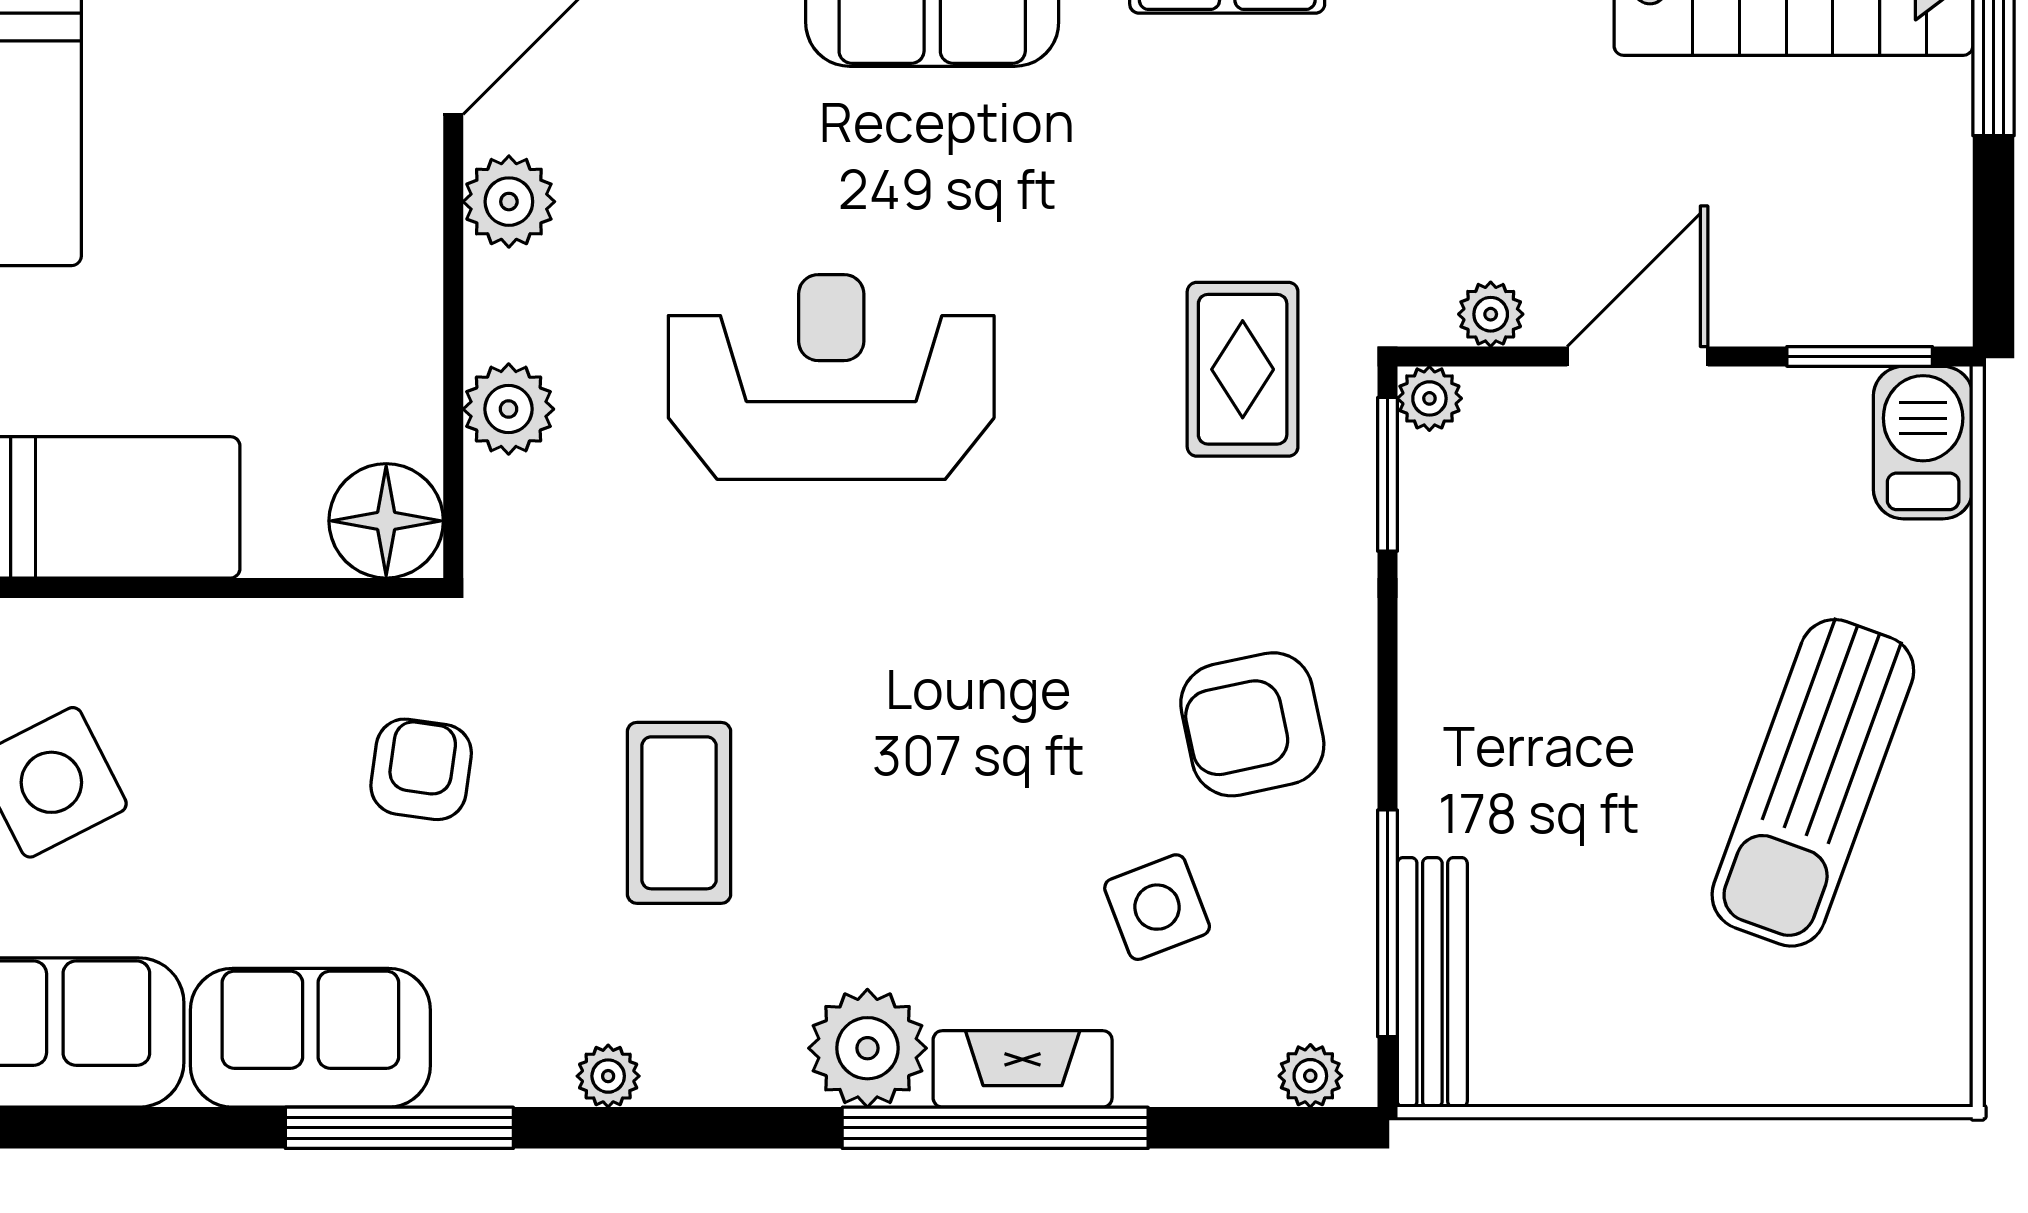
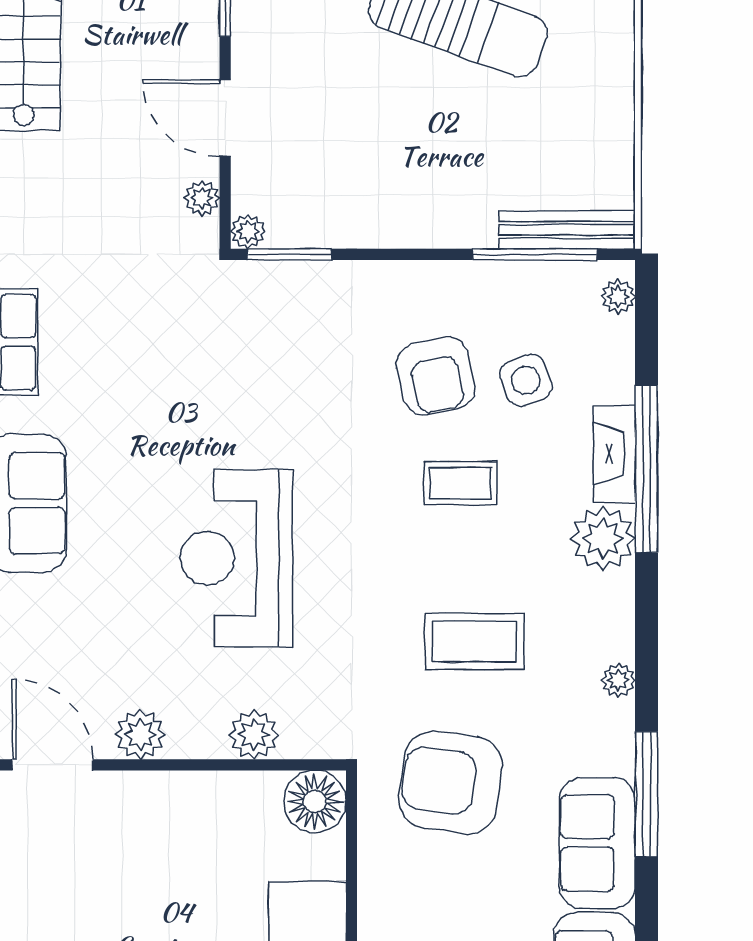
rug: (1243, 369) -> (232, 334), removed
armchair: (1252, 724) -> (436, 376), moved
armchair: (421, 769) -> (451, 782), width x1.88, depth x1.88
coffee table: (969, 787) -> (460, 483), added

